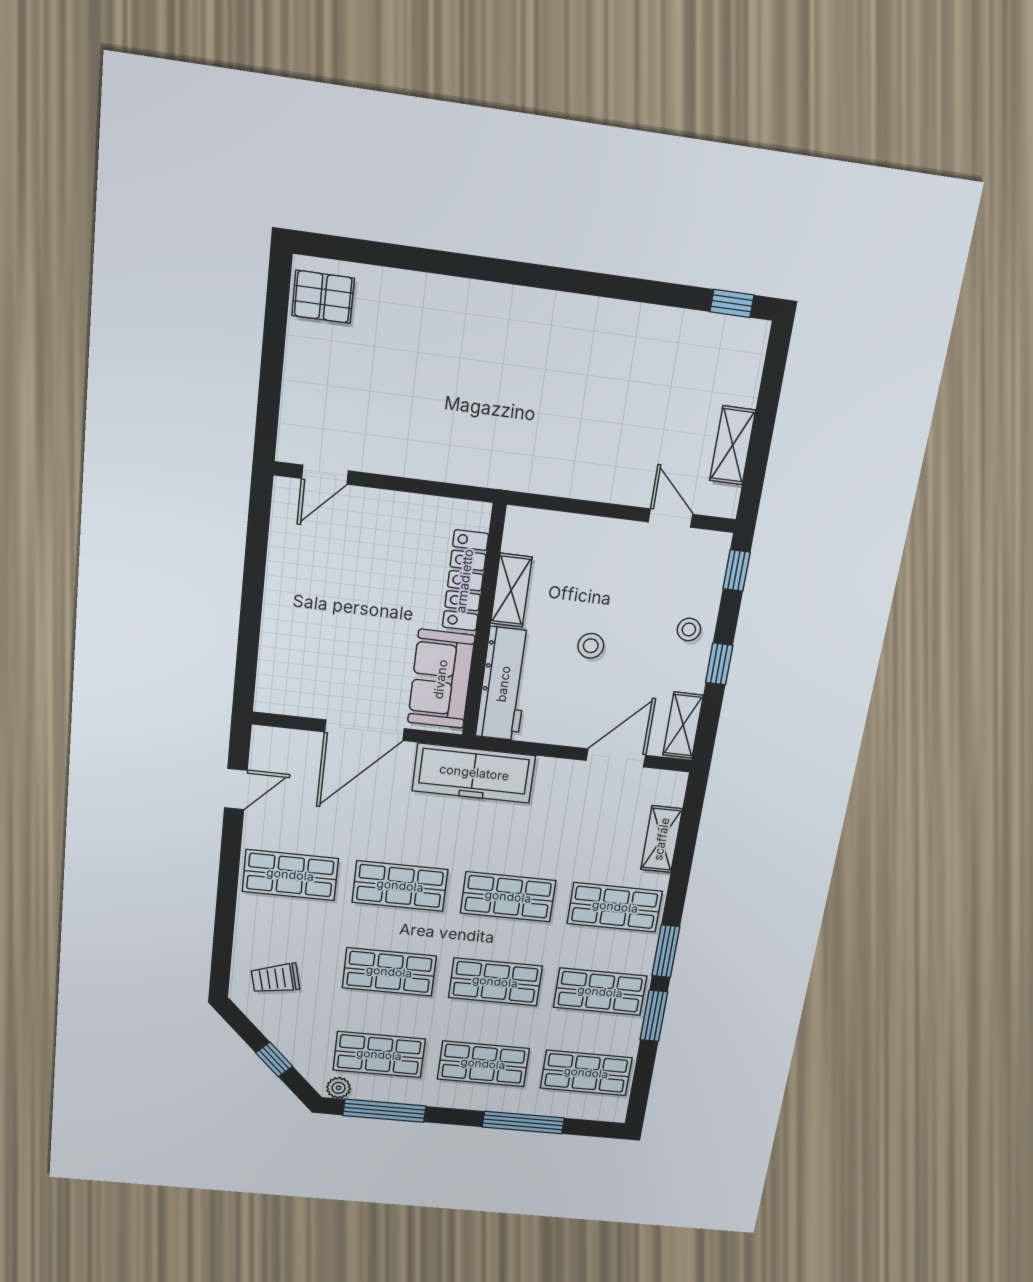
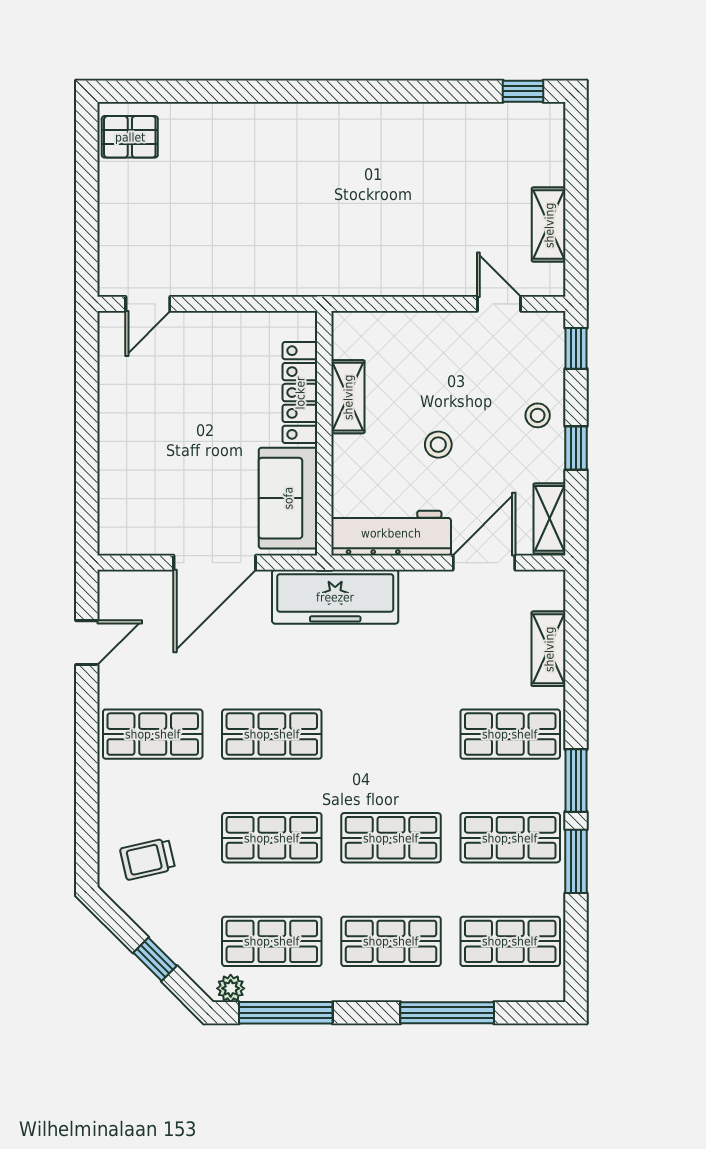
workbench: (504, 684) -> (391, 533), moved, turned -90
shop shelf: (508, 897) -> (391, 734), removed

